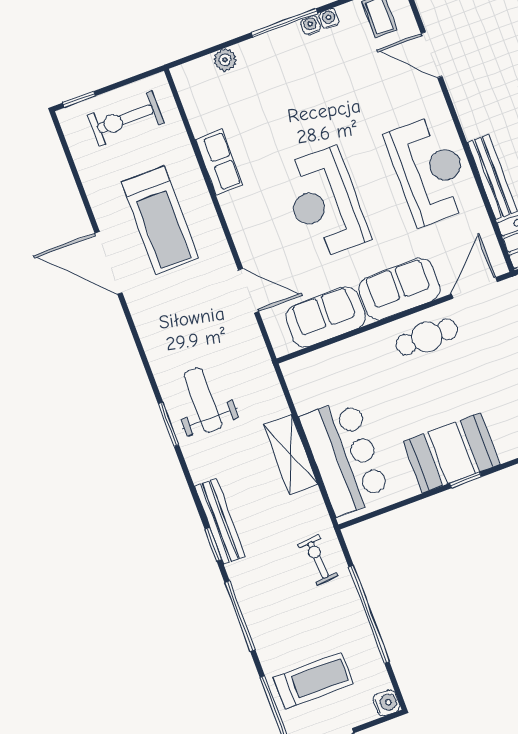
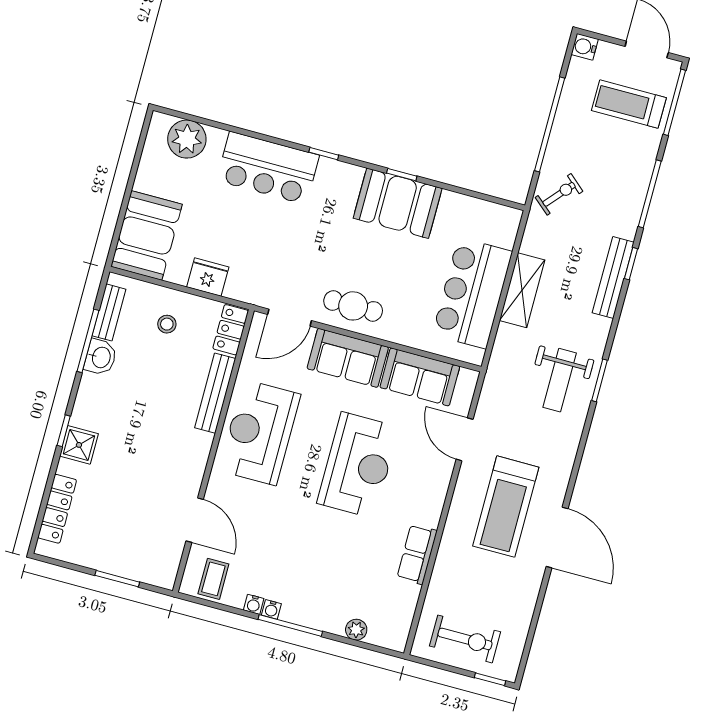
treadmill: (160, 220) -> (506, 507), moved, turned 180
bar counter: (345, 457) -> (472, 293), moved
exercise bike: (318, 560) -> (559, 194), turned -135

